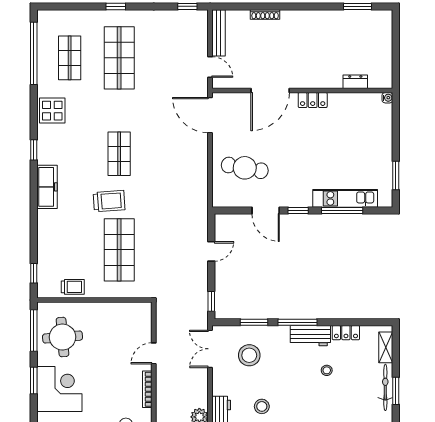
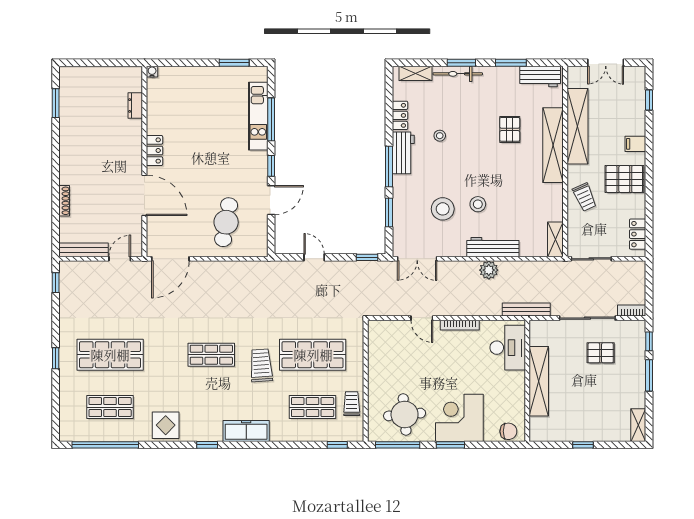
shop shelf: (70, 250) -> (313, 407), added
stool: (249, 355) -> (443, 209), moved

